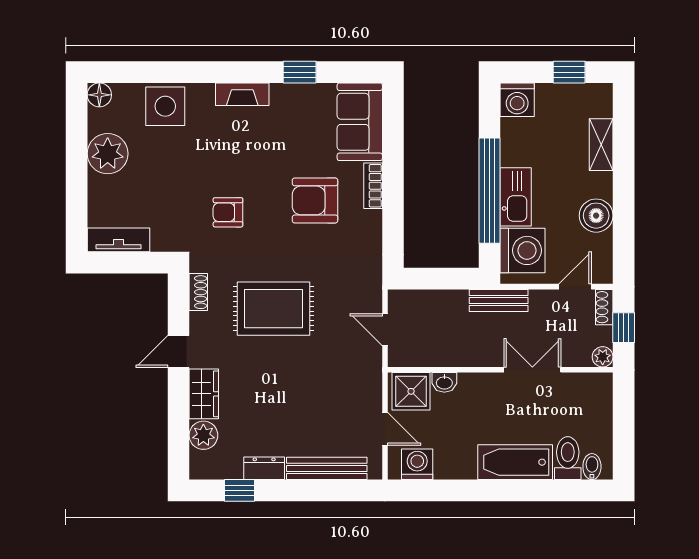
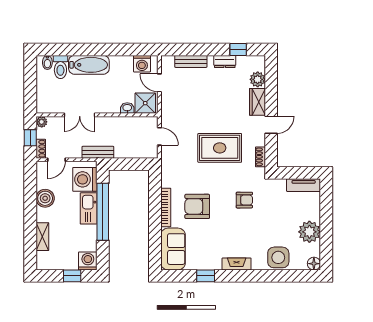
window: (569, 72) -> (72, 276), moved
bookcase: (373, 186) -> (166, 207), width x1.56
armchair: (315, 200) -> (197, 206), turned 180
bench: (327, 468) -> (191, 61), width x0.73

